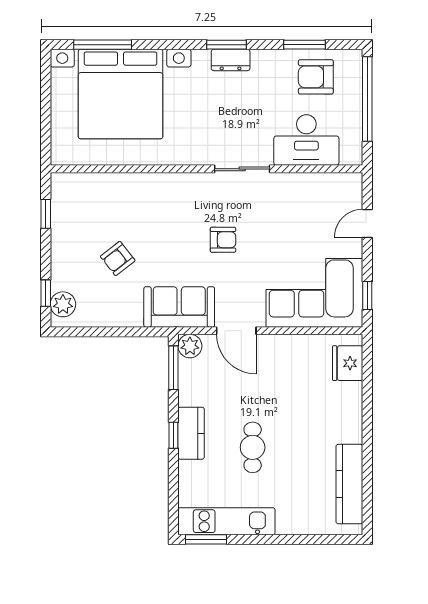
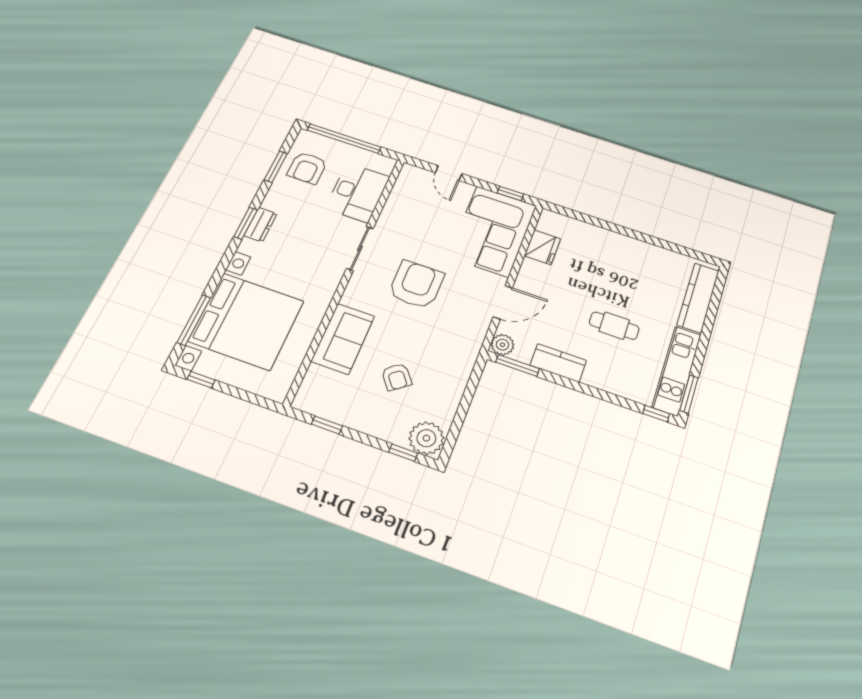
window: (46, 80) -> (201, 380), added
armchair: (223, 240) -> (416, 285), width x1.88, depth x1.88
plant: (63, 304) -> (426, 438), width x1.36, depth x1.36
sofa: (179, 307) -> (343, 339), moved, turned 180
fridge: (348, 363) -> (542, 247), moved, turned -90
kitchen counter: (191, 433) -> (558, 363), moved
window: (173, 435) -> (656, 414), moved
kitchen counter: (349, 484) -> (698, 298), moved, turned 90

